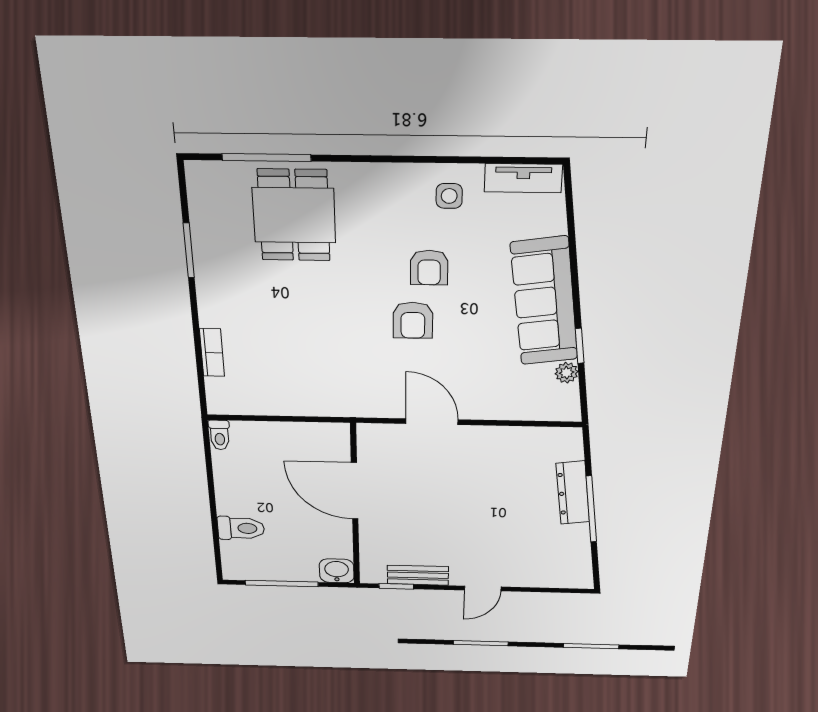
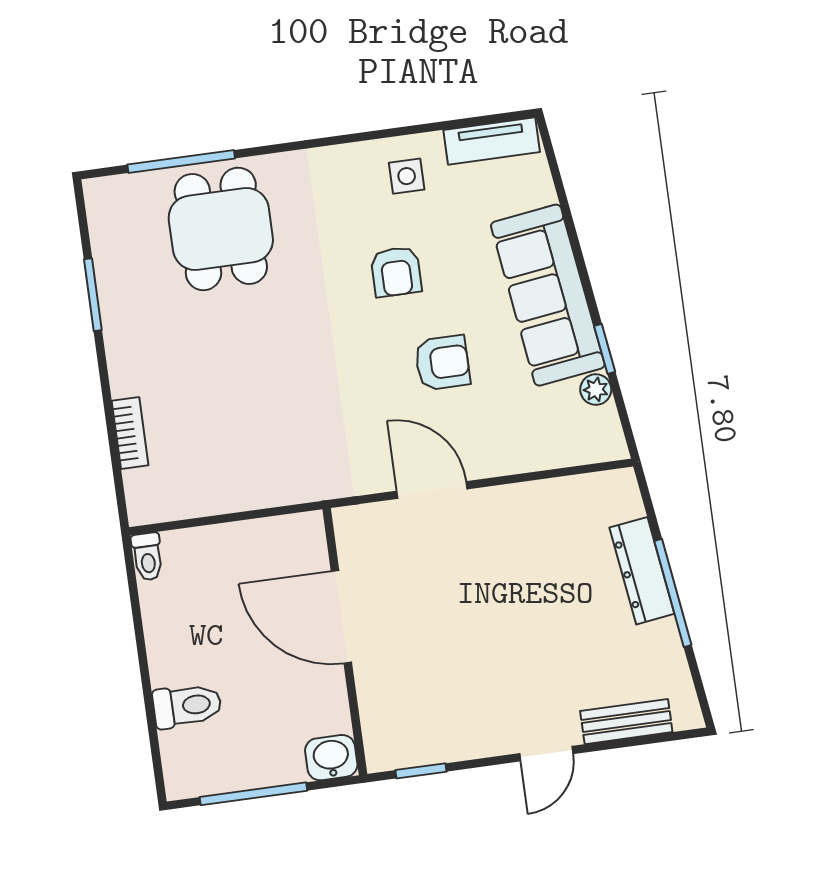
armchair: (413, 320) -> (442, 363), moved, turned -90
bench: (418, 575) -> (626, 722), moved

